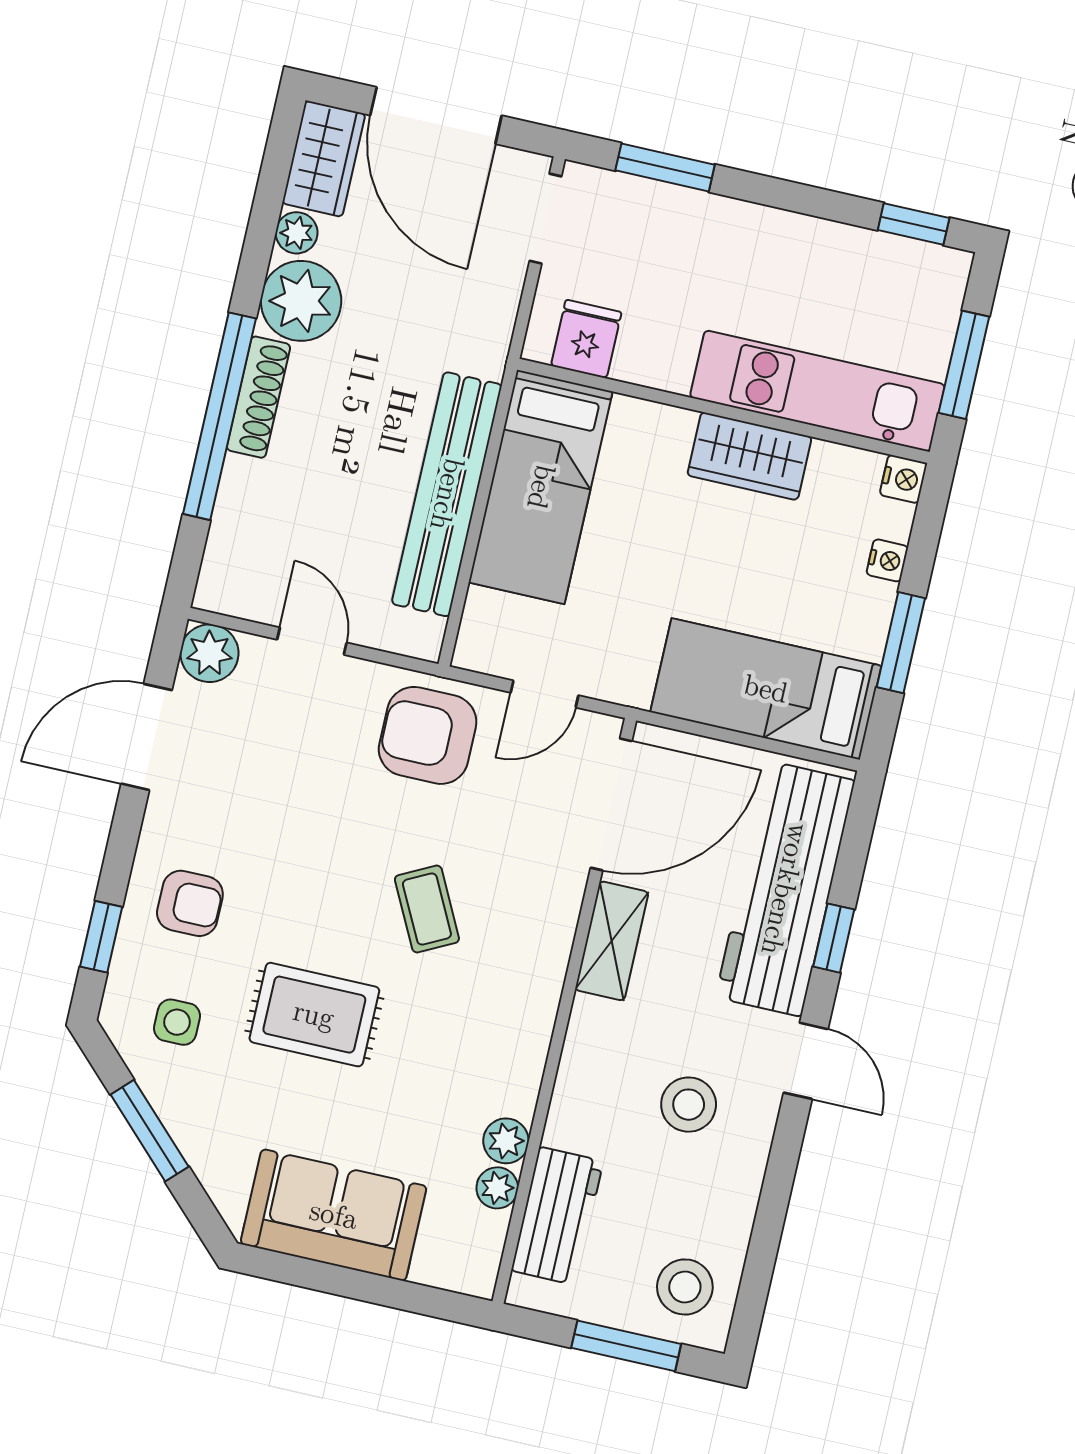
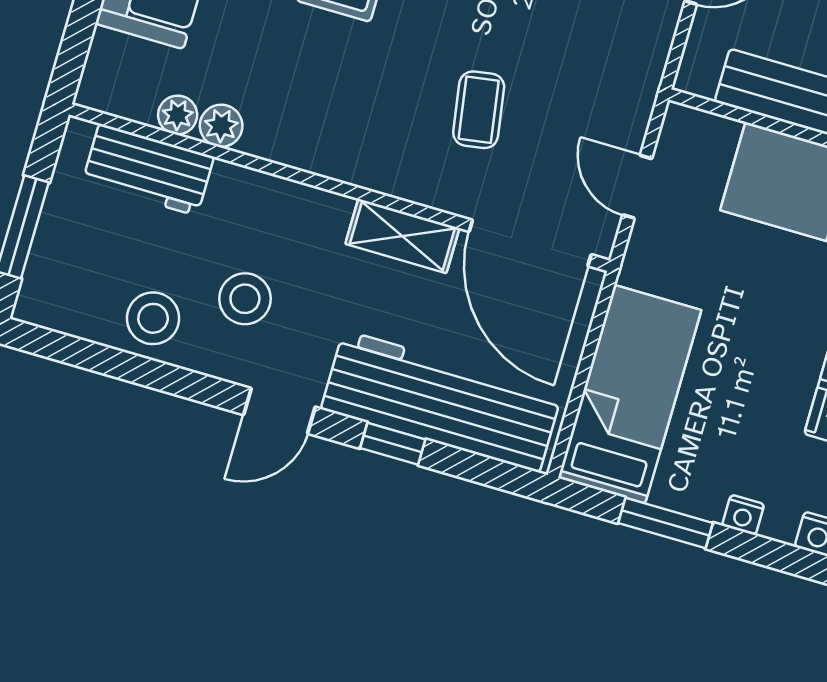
armchair: (428, 735) -> (605, 75), removed
coffee table: (427, 909) -> (479, 110), moved, turned -72
stool: (685, 1287) -> (153, 318), moved

